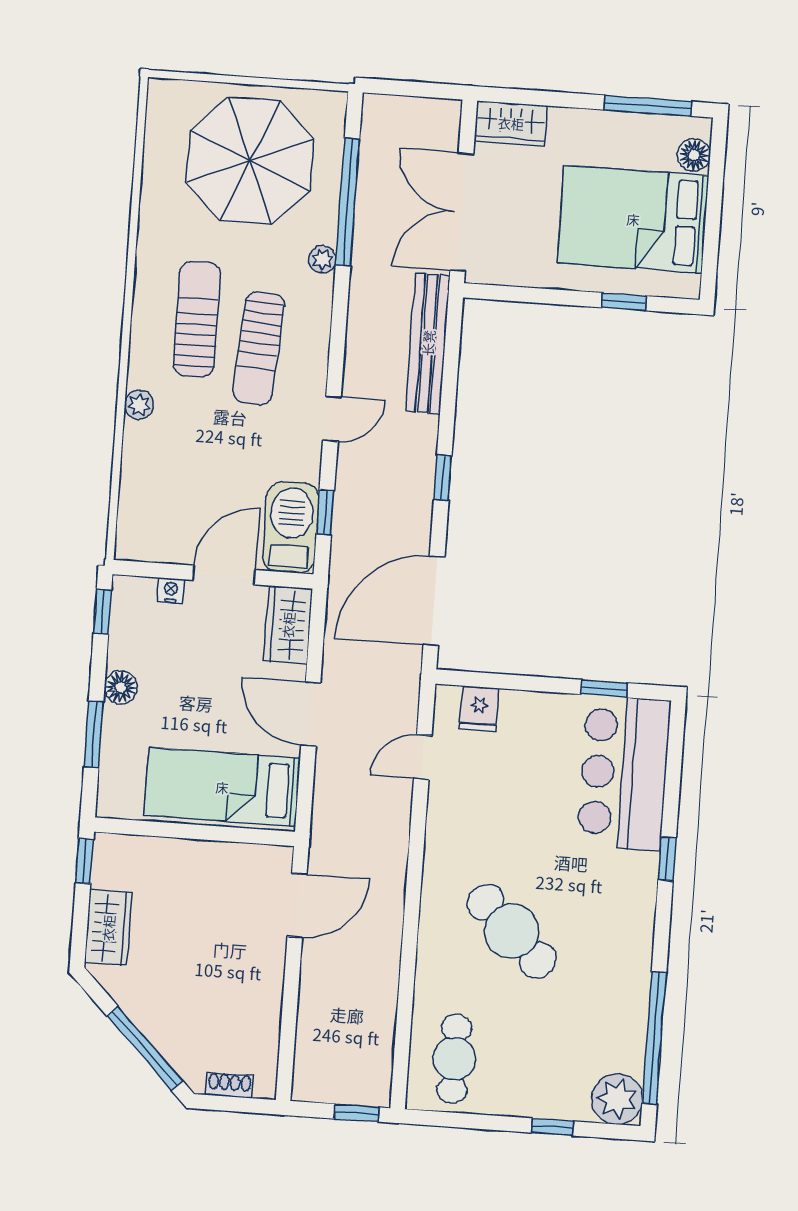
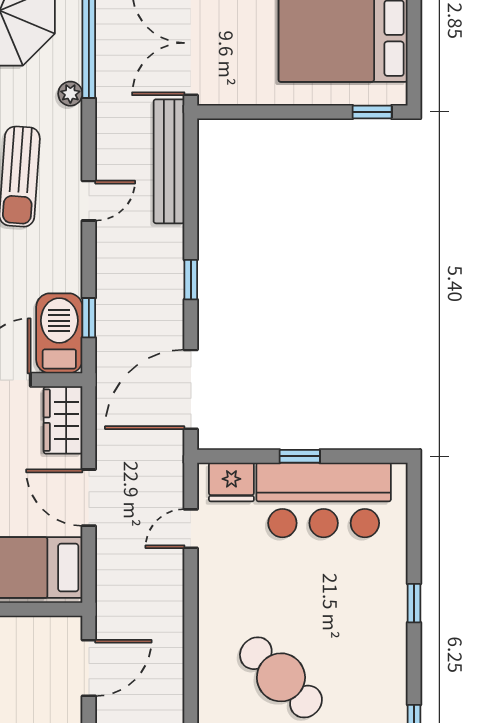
window: (624, 302) -> (372, 112), moved
door: (332, 419) -> (89, 201), moved
window: (604, 689) -> (300, 456), moved
fridge: (479, 709) -> (231, 482), width x1.38
bar counter: (624, 773) -> (324, 500), moved, turned -90

